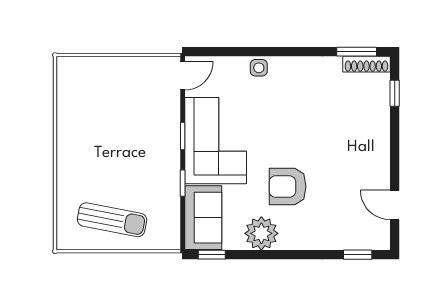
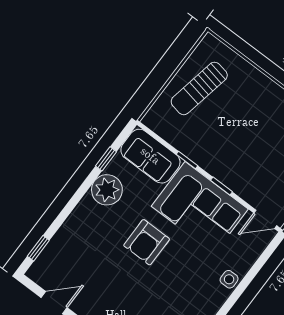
door: (183, 76) -> (265, 219), hinge flipped
armchair: (288, 187) -> (147, 242), moved, turned 180
window: (212, 255) -> (106, 159), moved

